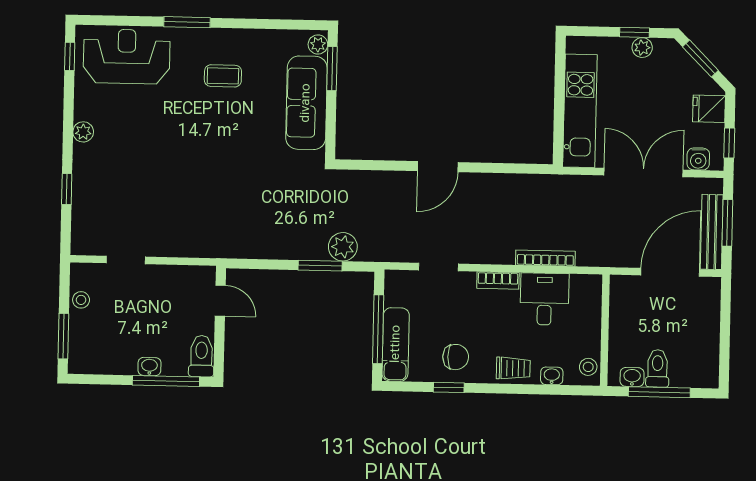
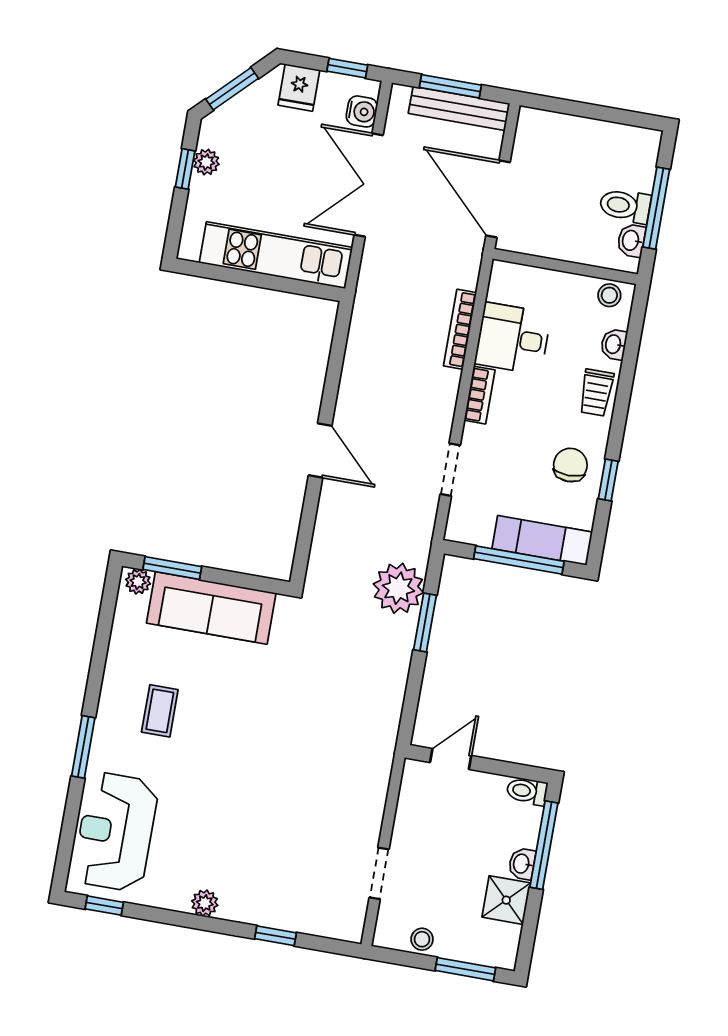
plant: (343, 247) -> (398, 588), width x1.36, depth x1.36
door: (670, 272) -> (498, 199), moved
toilet: (201, 356) -> (527, 791), width x0.73, depth x0.72
shower: (120, 359) -> (506, 900), added
trolley: (513, 368) -> (596, 393), turned 180

